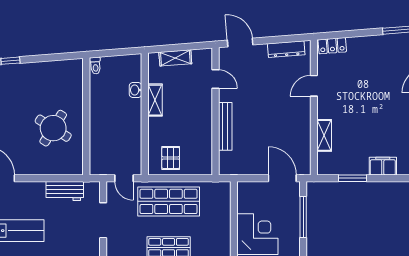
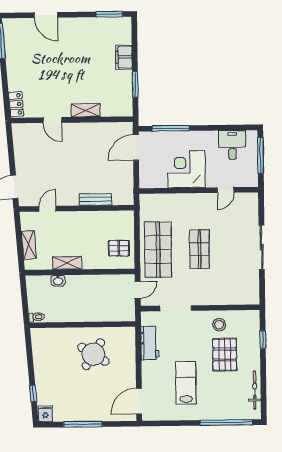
dresser: (286, 49) -> (20, 145), removed
bench: (225, 126) -> (96, 199), width x0.73
shelving: (324, 135) -> (86, 110), moved

